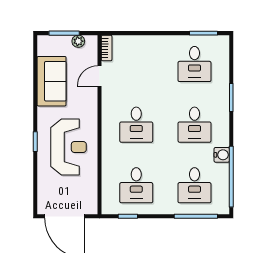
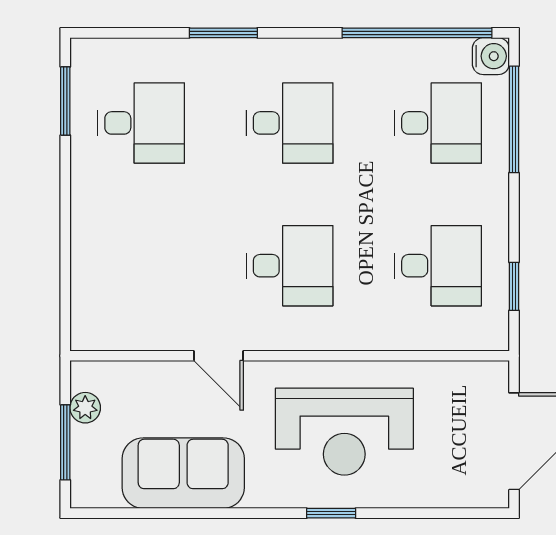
bookcase: (107, 48) -> (102, 338), removed
door: (99, 76) -> (219, 356), moved
reception desk: (69, 147) -> (344, 432), turned 180
water cooler: (222, 155) -> (491, 56), moved, turned 90

